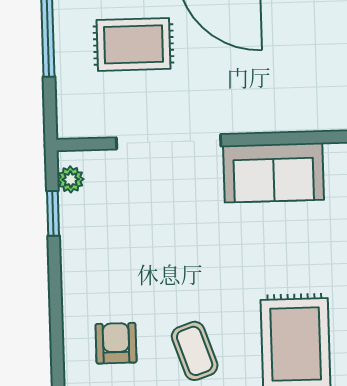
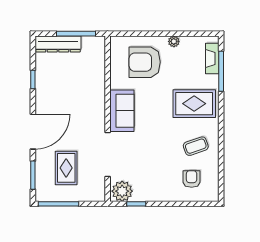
plant: (71, 179) -> (122, 191), width x1.88, depth x1.88
armchair: (116, 343) -> (192, 179), turned 90

